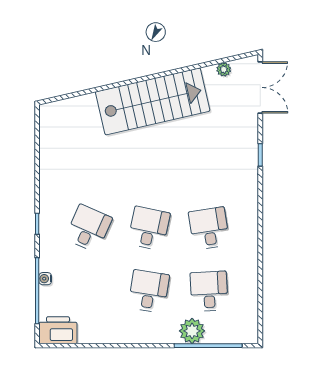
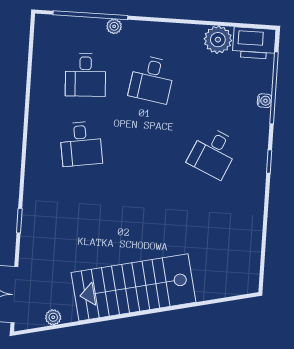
desk: (149, 228) -> (147, 148), removed
plant: (91, 331) -> (218, 40), added
plant: (192, 331) -> (114, 26), width x0.53, depth x0.53

